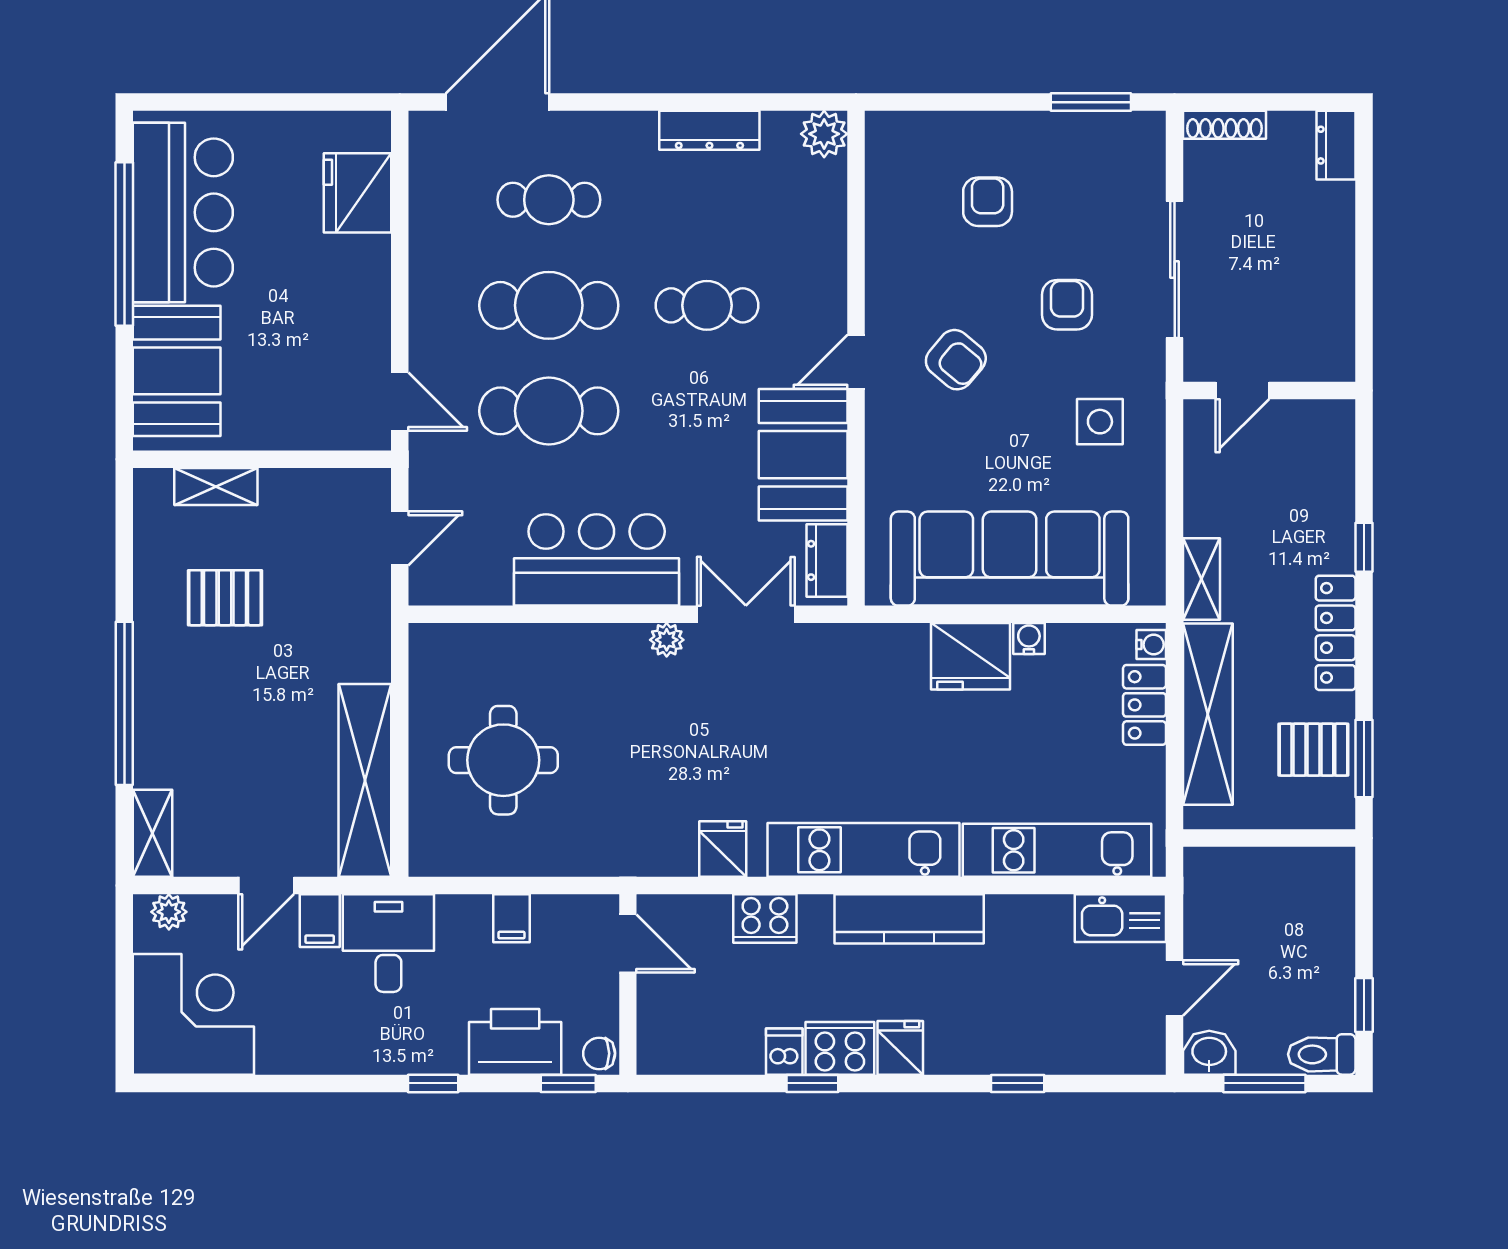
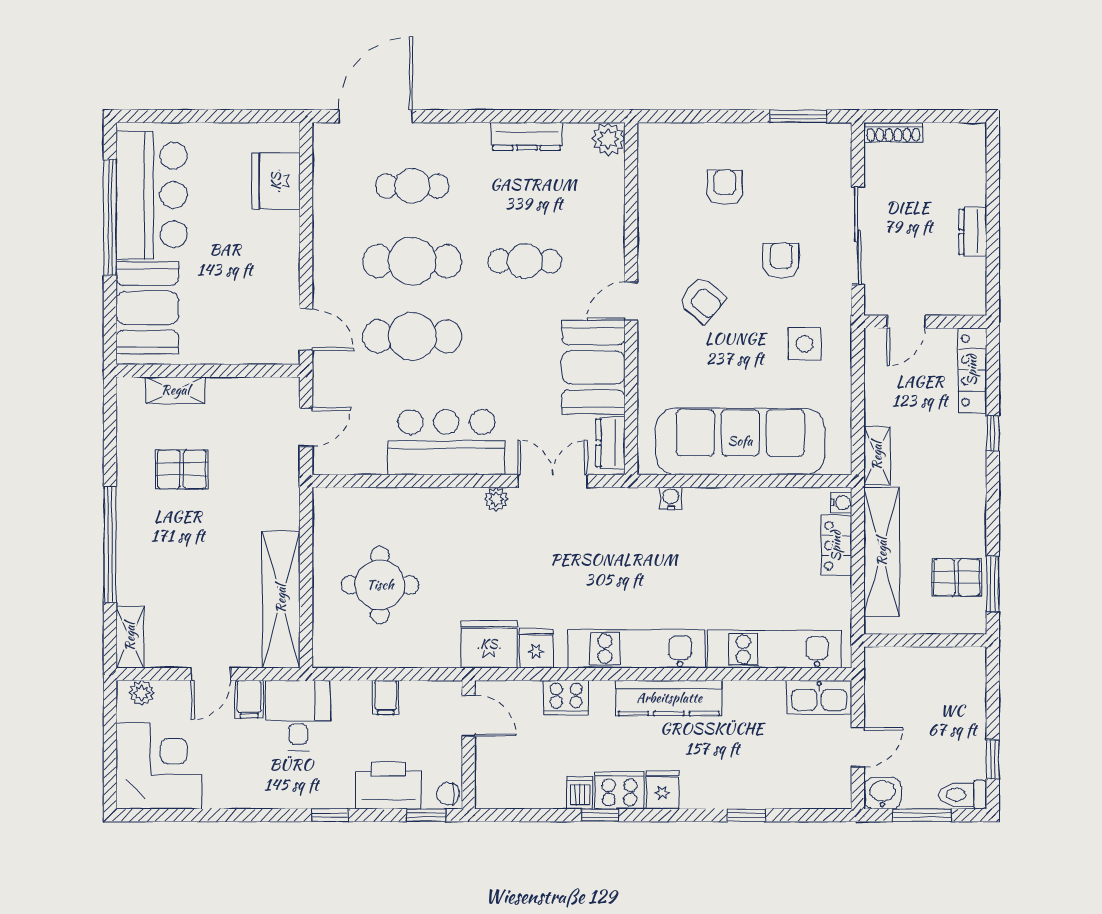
dresser: (1336, 145) -> (973, 232), moved
locker: (1336, 633) -> (972, 370), moved
water cooler: (1029, 638) -> (671, 498), moved
fridge: (970, 656) -> (489, 644), moved, turned 180

